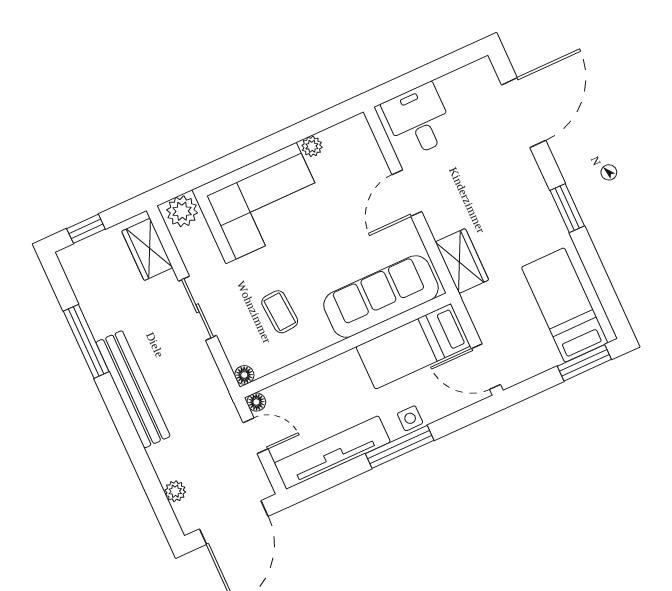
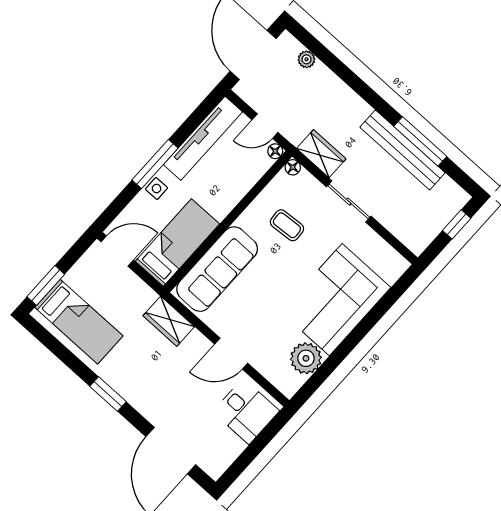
plant: (312, 146) -> (306, 358), width x1.88, depth x1.88
door: (407, 193) -> (231, 354), swing flipped
plant: (182, 211) -> (391, 268), removed
wardrobe: (147, 249) -> (321, 154), moved
bench: (133, 389) -> (402, 150), moved

